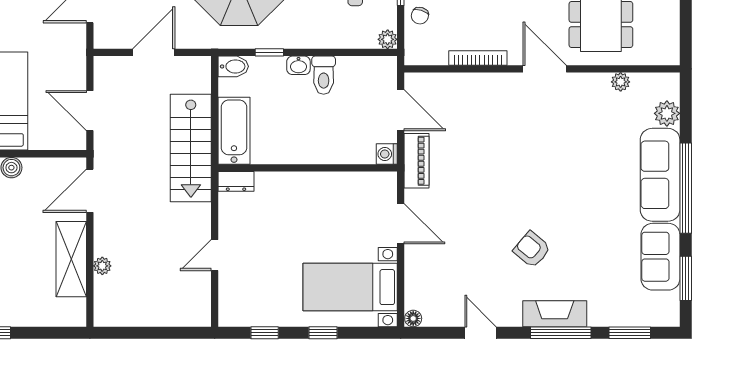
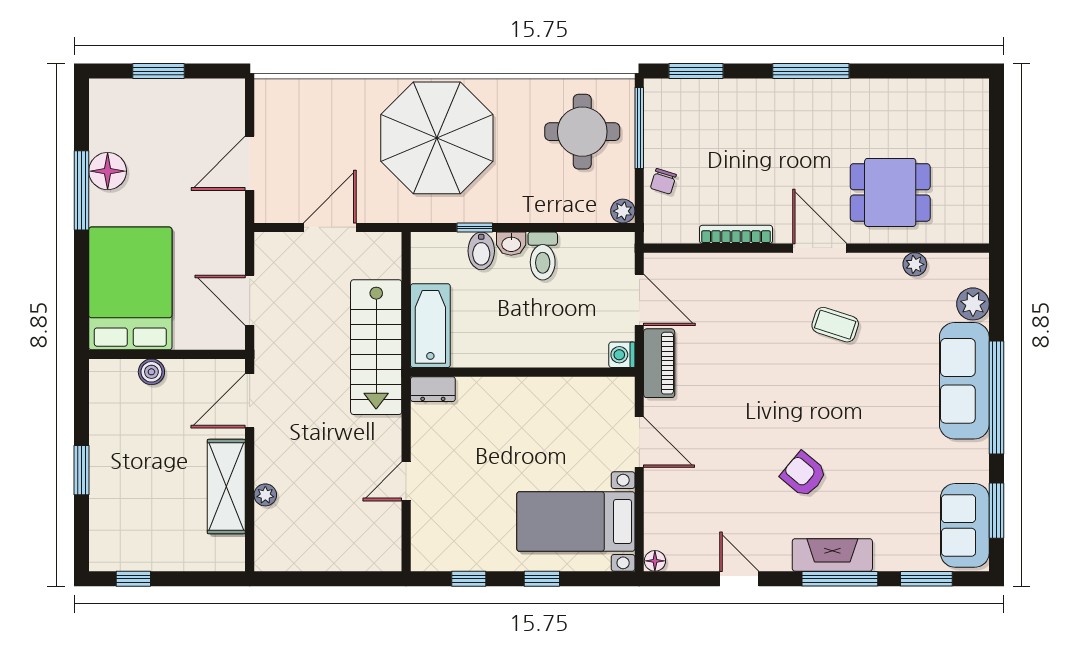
bidet: (233, 66) -> (481, 251), moved, turned 90
coffee table: (557, 130) -> (835, 325), added
sofa: (660, 257) -> (965, 525), moved

